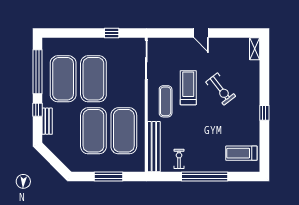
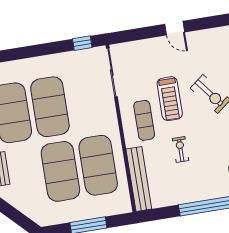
window: (112, 33) -> (82, 43), moved
treadmill: (188, 88) -> (170, 99), turned 180
exercise bike: (179, 159) -> (181, 149), moved

